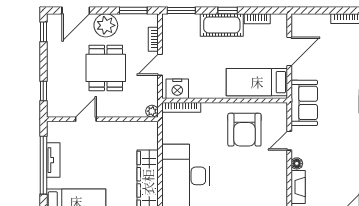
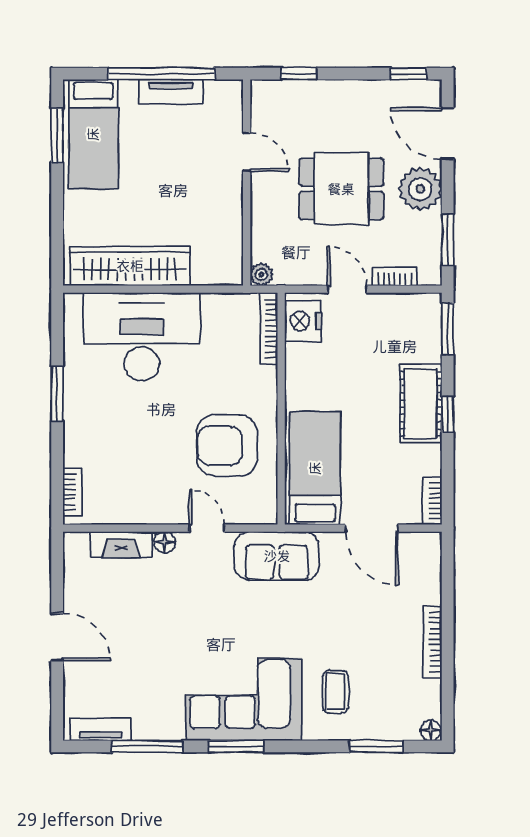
bookcase: (257, 19) -> (432, 501), moved

